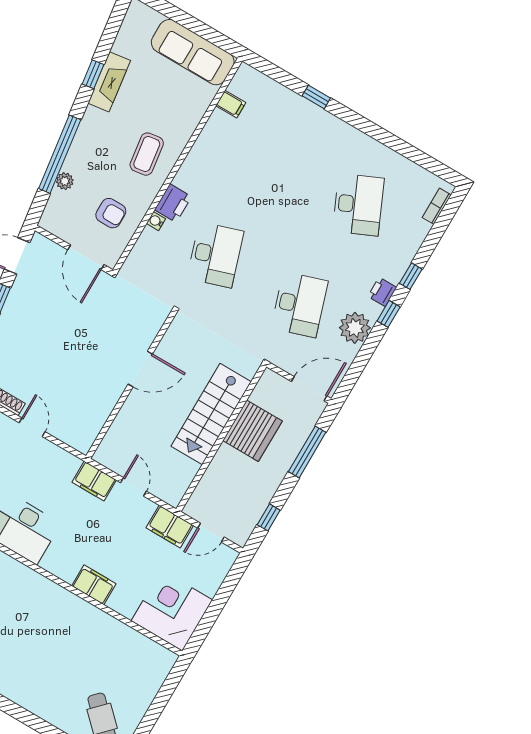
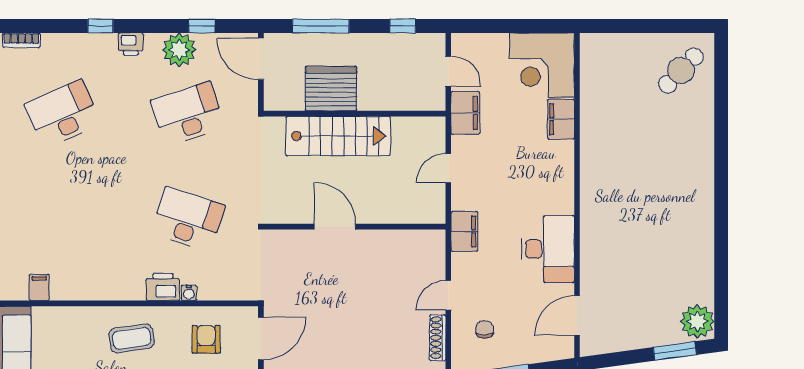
desk: (215, 255) -> (188, 219), turned 36
window: (389, 314) -> (202, 26), moved
filing cabinet: (94, 481) -> (464, 231), moved
filing cabinet: (94, 585) -> (561, 119), moved

